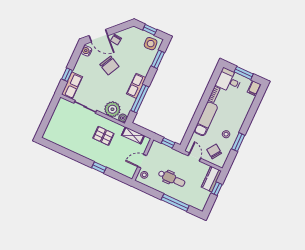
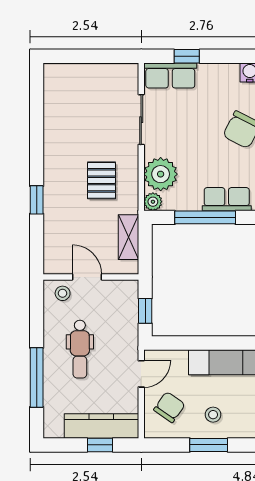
kitchen counter: (211, 179) -> (101, 426), width x1.50

